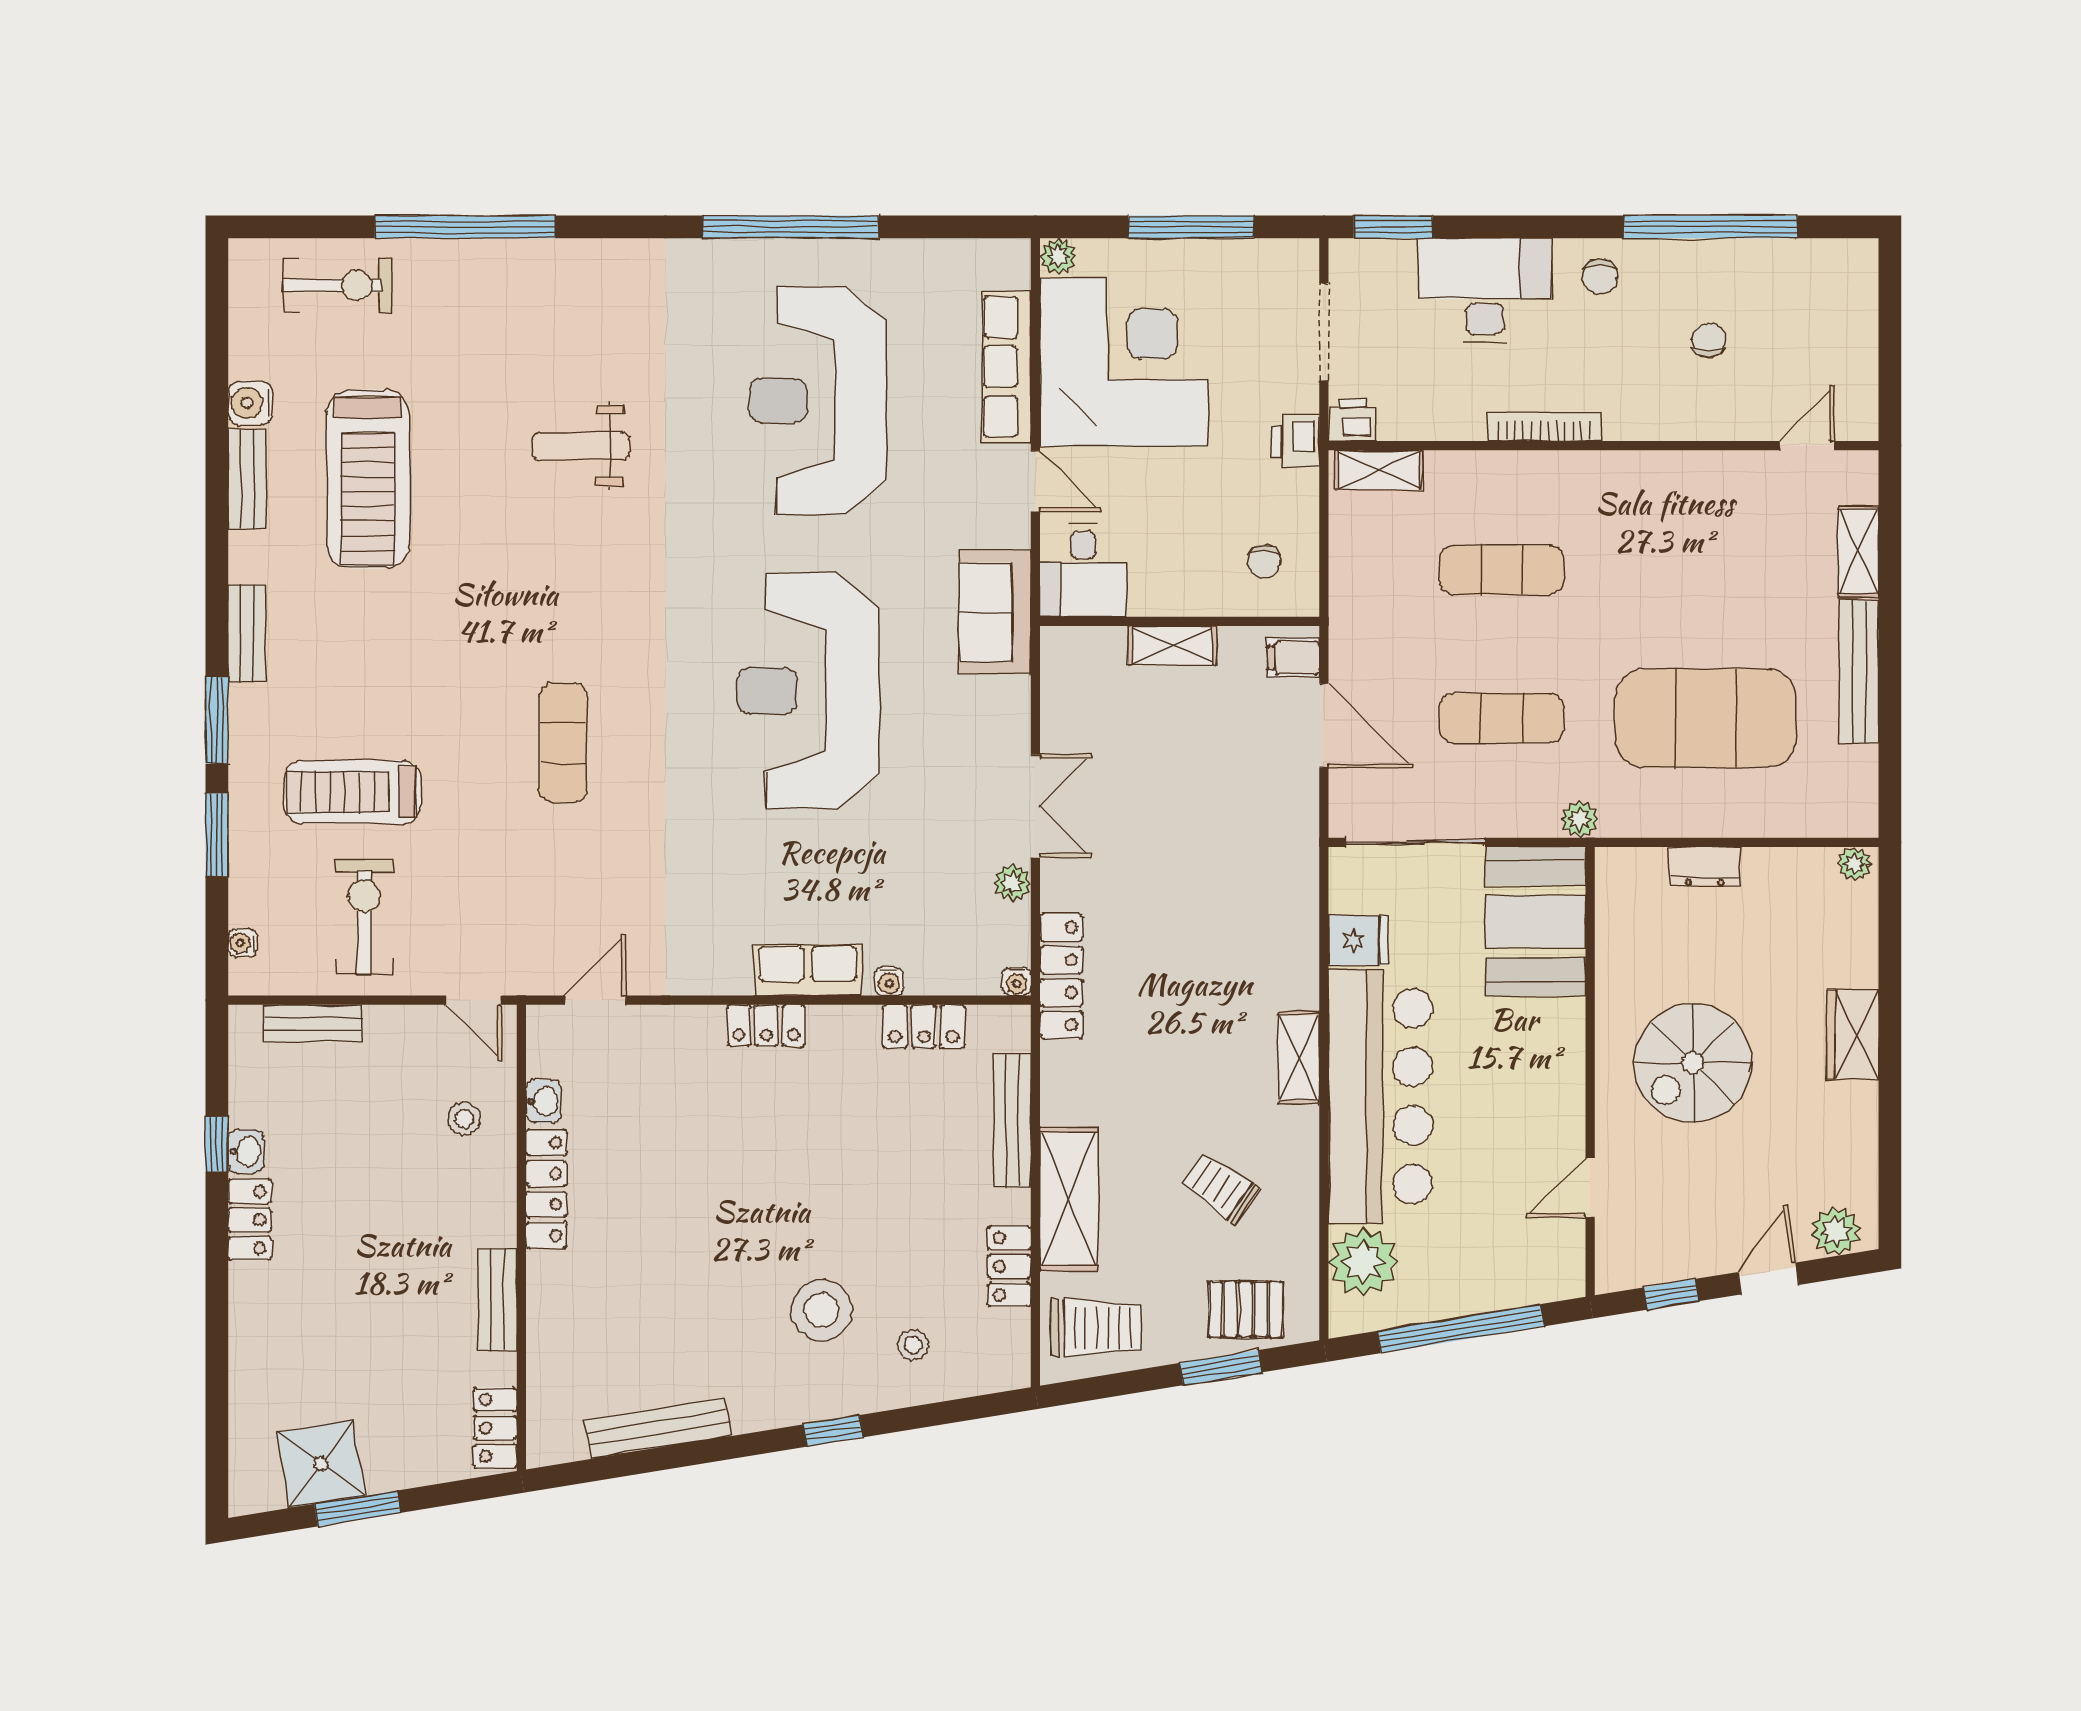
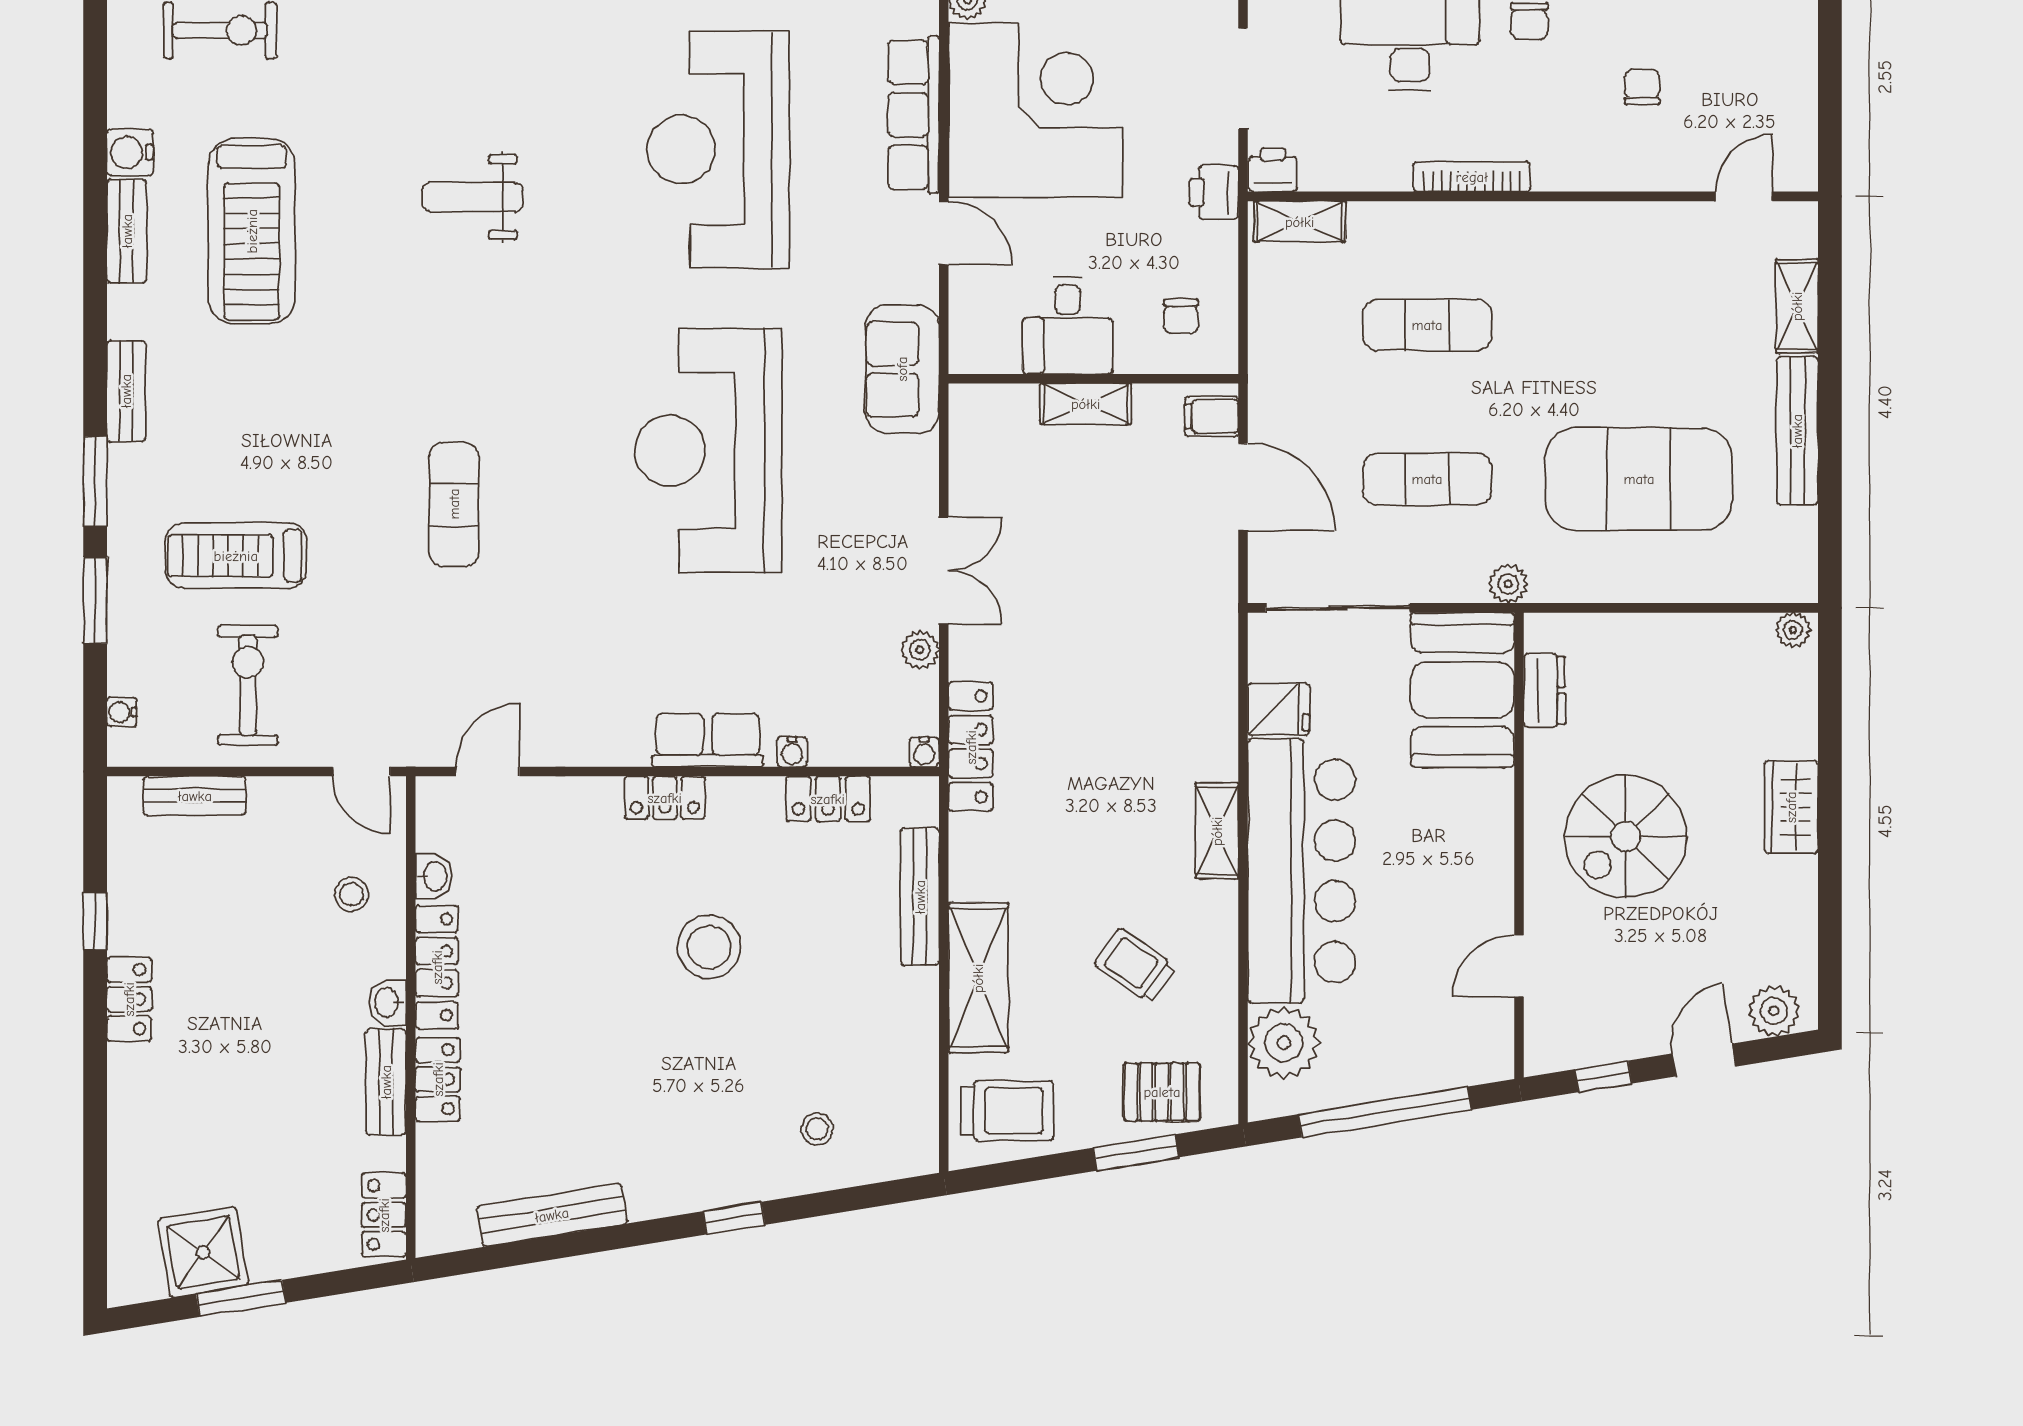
desk: (1083, 570) -> (1068, 326), moved
dresser: (1705, 867) -> (1544, 690), moved, turned -90
washbasin: (246, 1151) -> (388, 1002), moved, turned 180
locker: (1009, 1266) -> (438, 1079), moved, turned 180
stool: (822, 1310) -> (709, 947), moved

